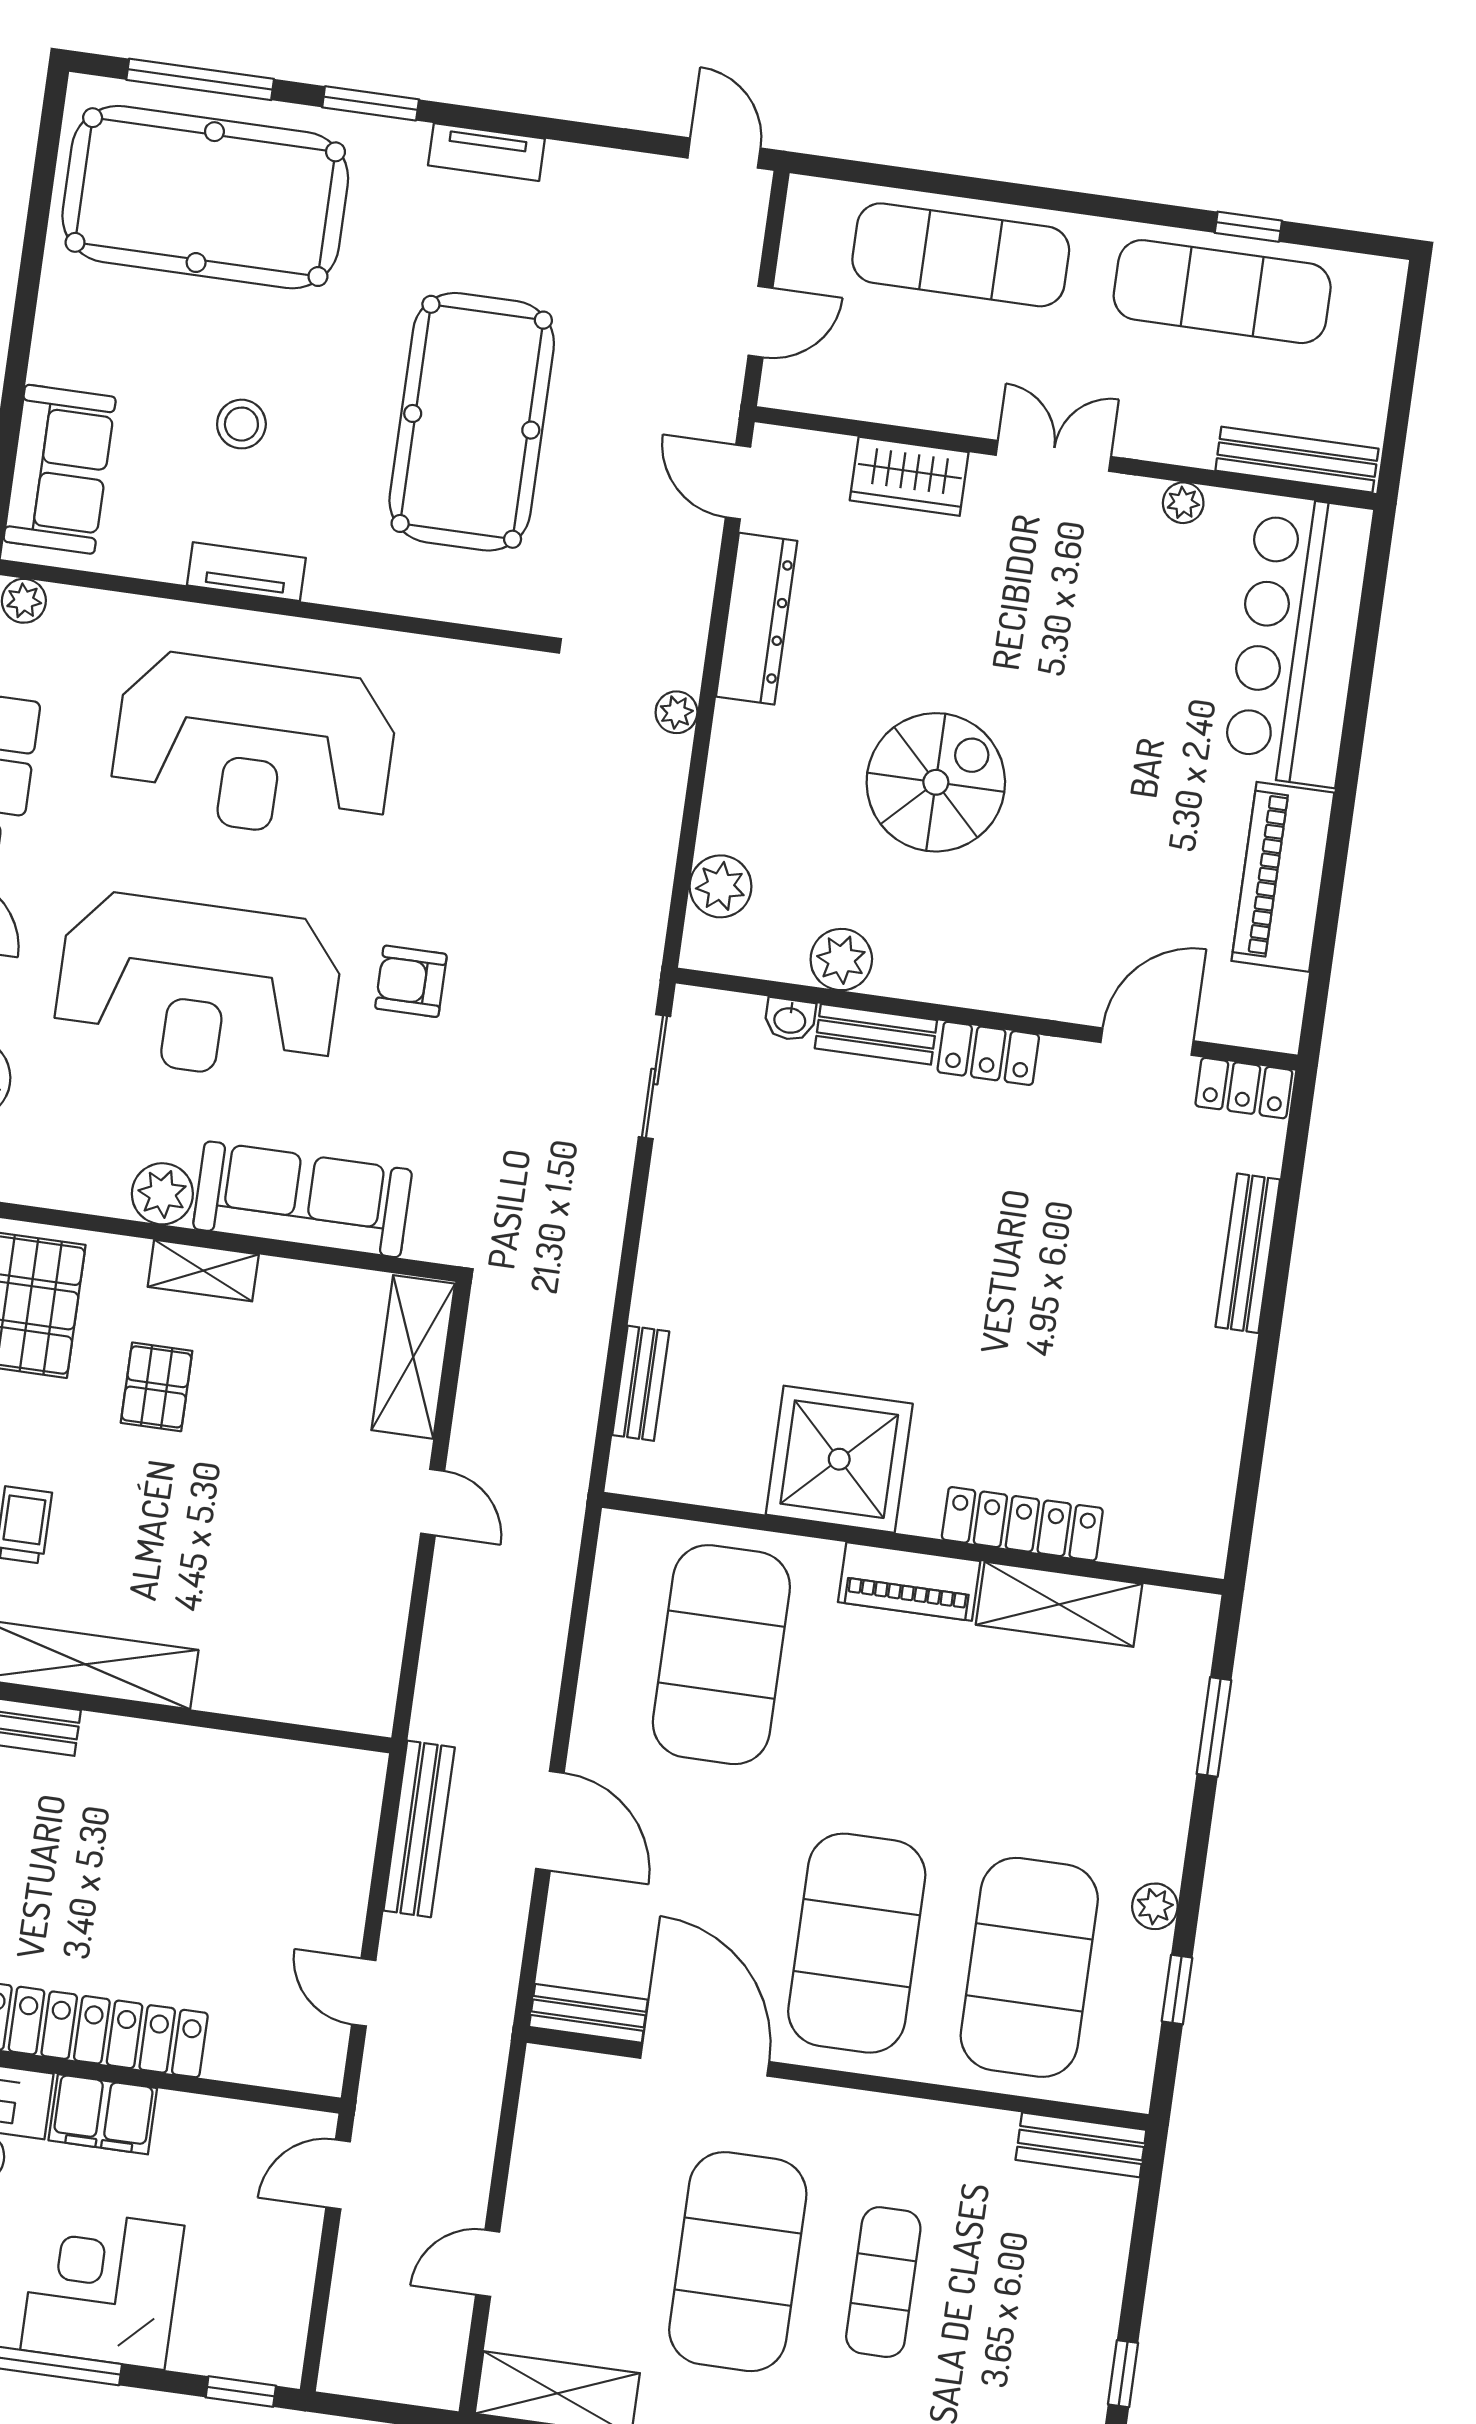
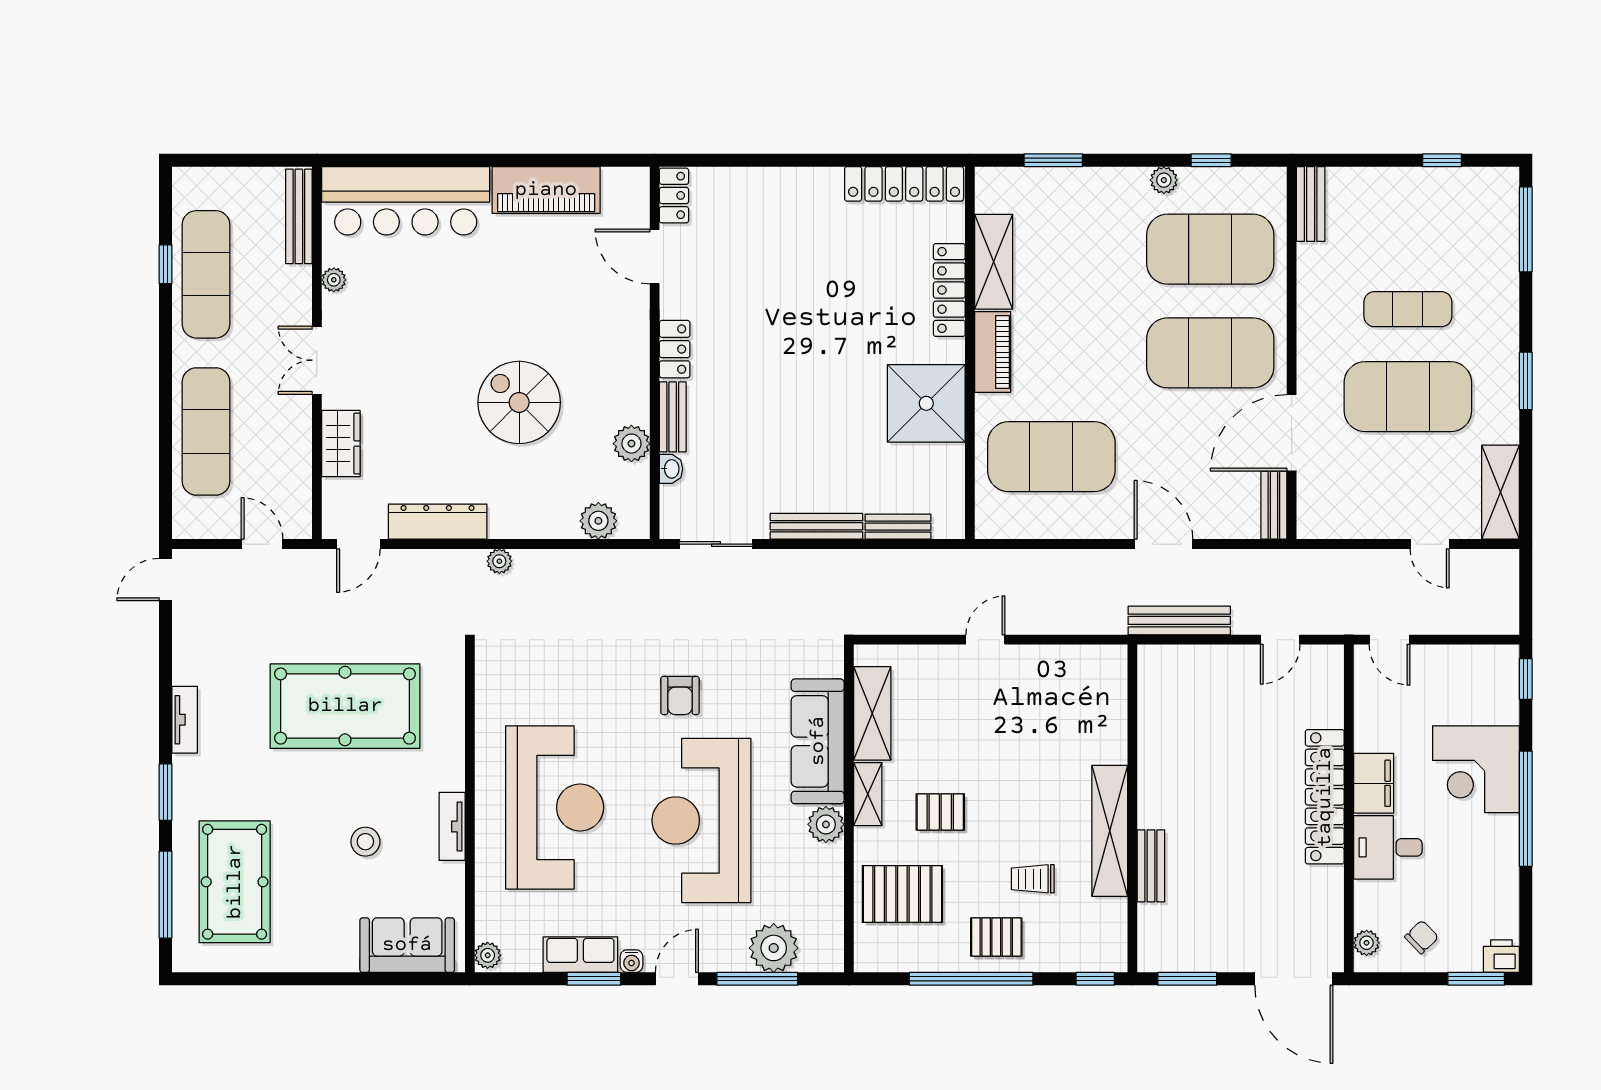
pool table: (205, 197) -> (235, 882), width x0.73, depth x0.76
reception desk: (198, 988) -> (701, 821), turned 180
bench: (1248, 1253) -> (816, 526), moved
shelving: (413, 1357) -> (872, 713), moved, turned 90
locker: (1209, 1473) -> (904, 184), added
door: (550, 1821) -> (1164, 544), hinge flipped

